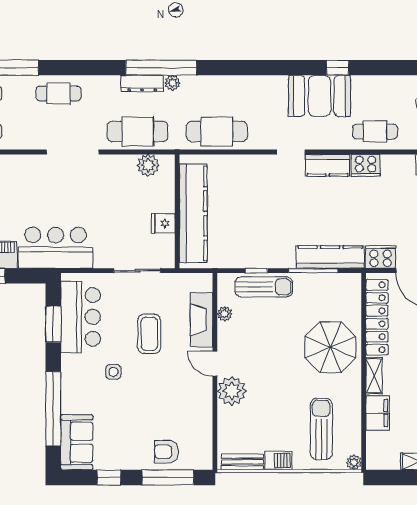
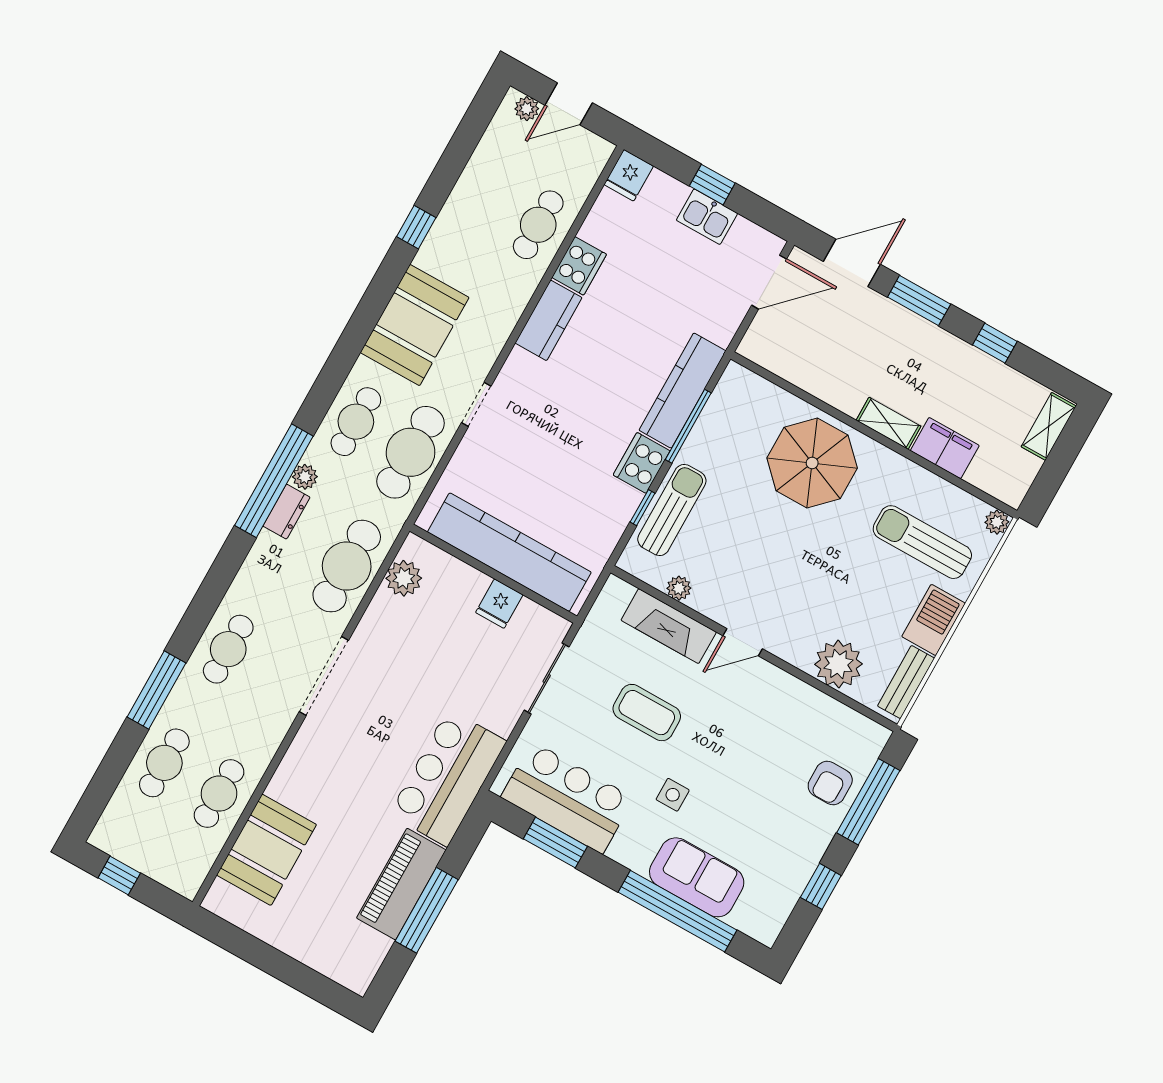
dresser: (142, 83) -> (286, 512), width x0.70
cafe table: (217, 93) -> (356, 422), added
booth: (319, 96) -> (415, 325), moved
doorway: (291, 152) -> (476, 404), moved
cooker: (381, 257) -> (642, 463), moved
locker: (377, 317) -> (807, 372), removed
plant: (232, 391) -> (838, 664), moved
sofa: (77, 442) -> (697, 877), moved
barbecue: (278, 460) -> (933, 620), width x1.38, depth x1.27

